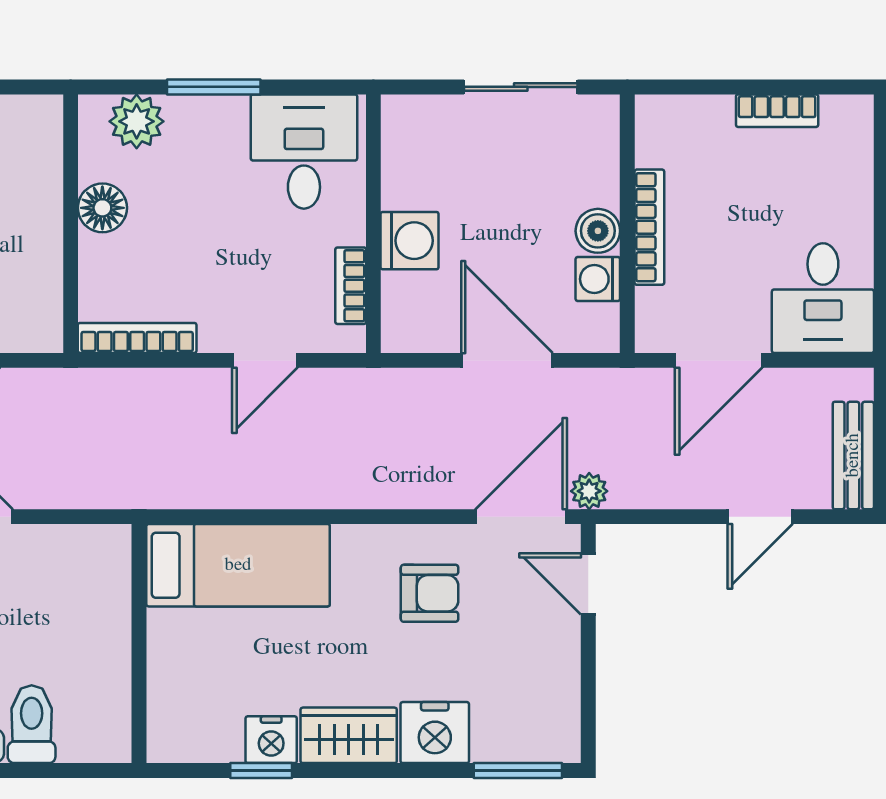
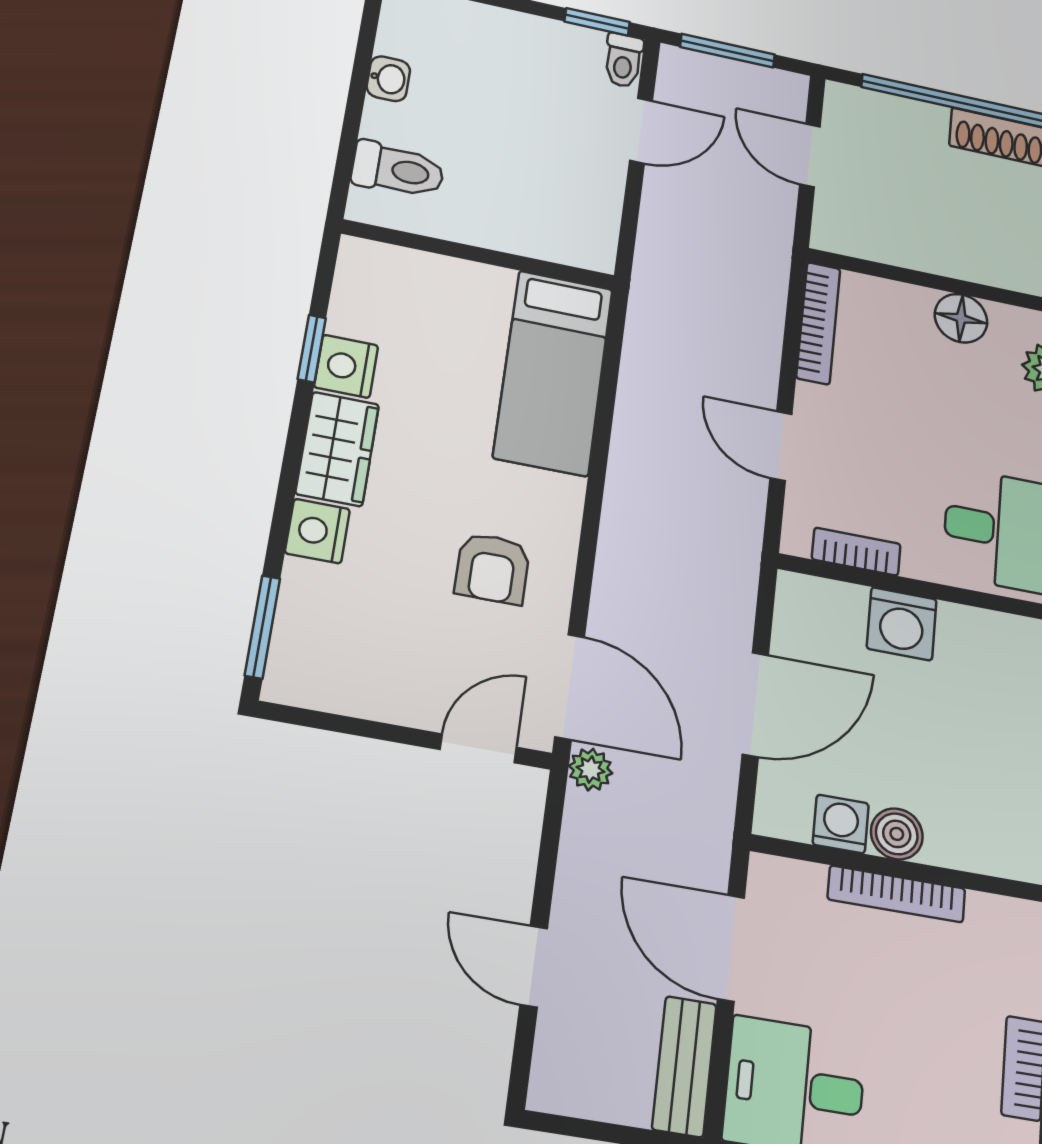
bench: (853, 455) -> (684, 1066), moved, turned 90
toilet: (32, 724) -> (398, 170), moved
nightstand: (435, 733) -> (317, 531), width x0.74, depth x0.75

